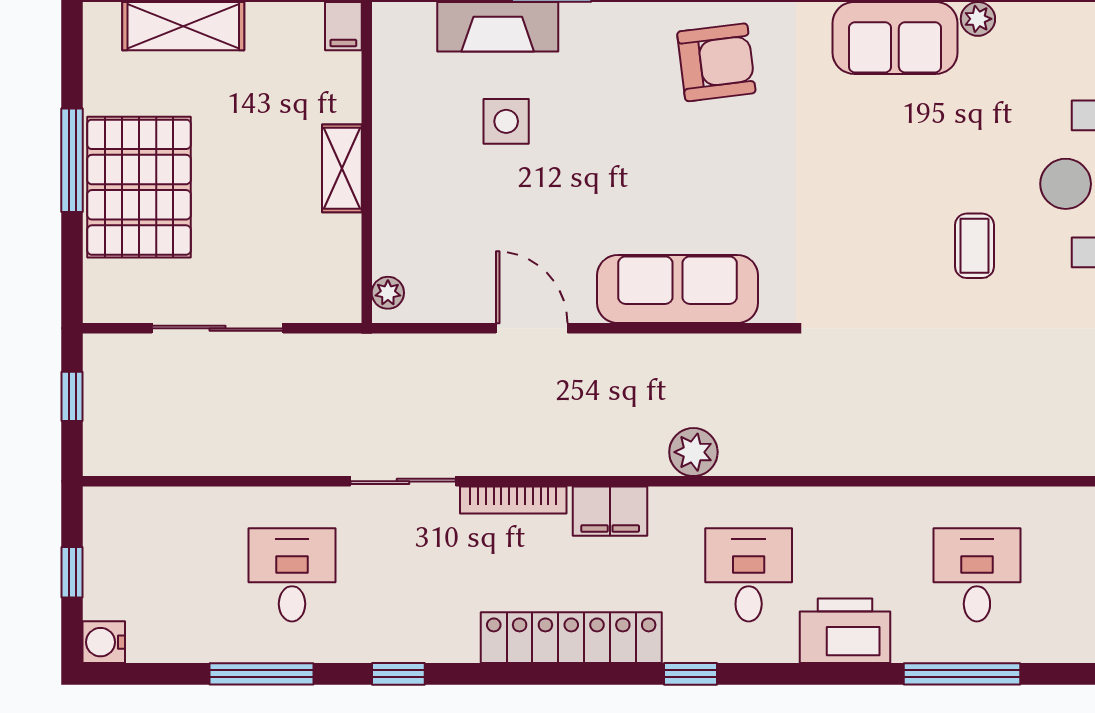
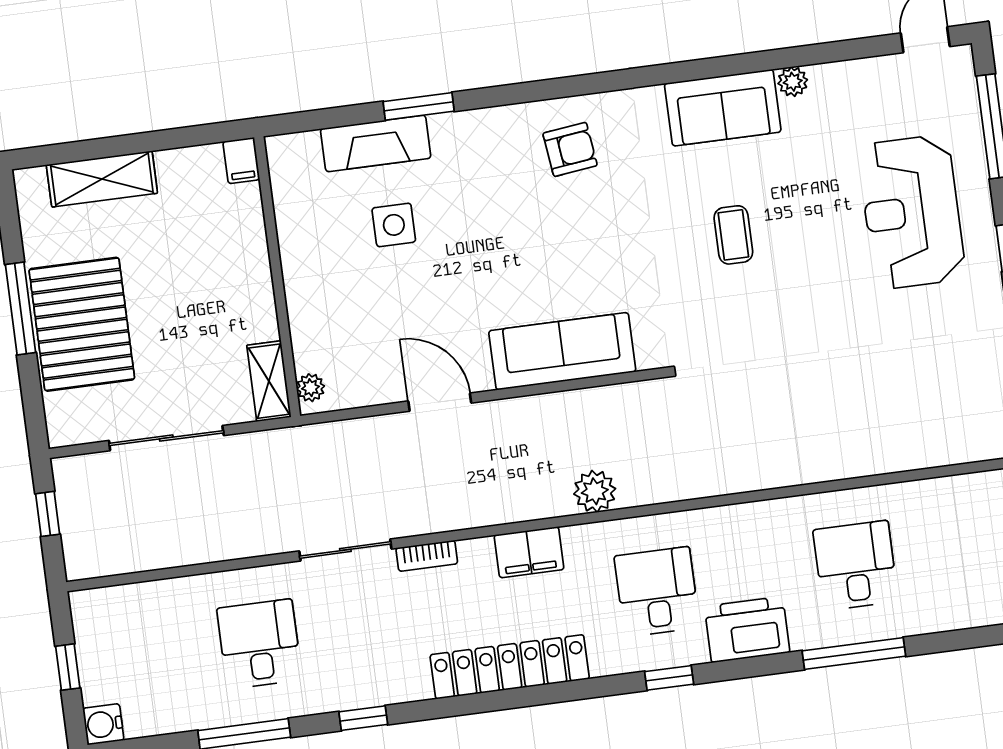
armchair: (716, 62) -> (570, 149), width x0.72, depth x0.72
shelving: (342, 168) -> (269, 381), moved
coffee table: (974, 246) -> (733, 235), moved
bookcase: (513, 500) -> (427, 556), width x0.64
window: (690, 674) -> (669, 678), moved

